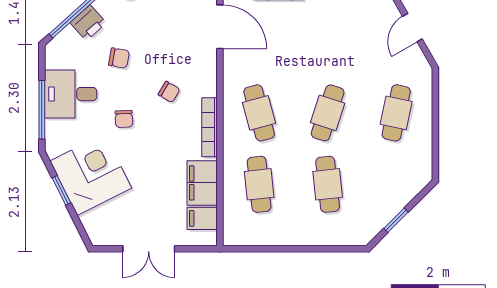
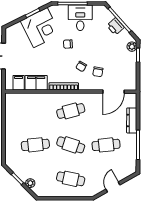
door: (412, 28) -> (113, 187), hinge flipped
chair: (119, 58) -> (98, 72), moved
cafe table: (259, 184) -> (106, 145), moved
plant: (405, 194) -> (30, 183), added

